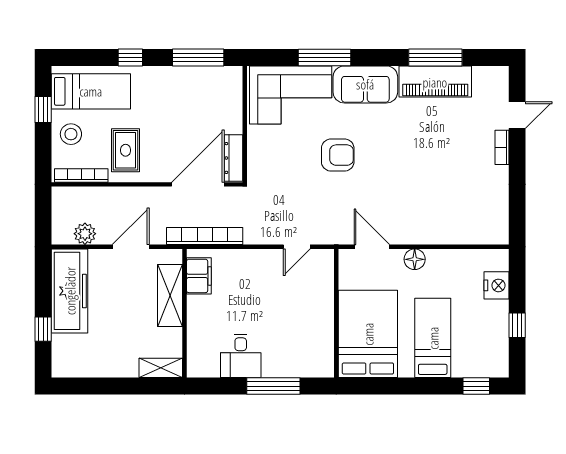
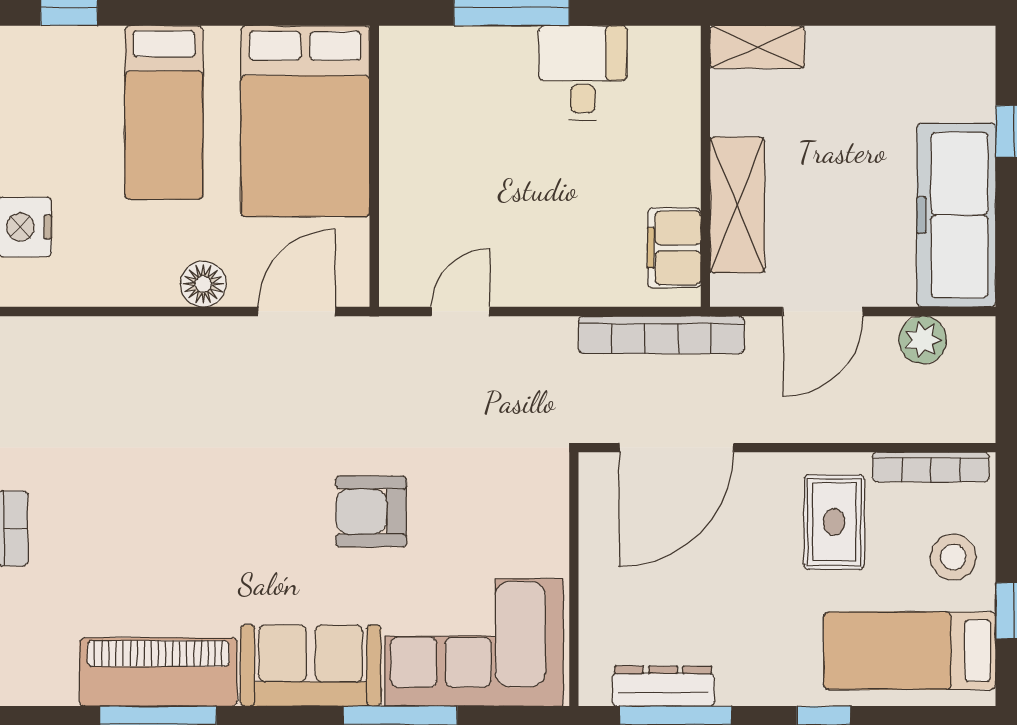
dresser: (234, 158) -> (663, 686), moved, turned -90
door: (372, 247) -> (297, 311), swing flipped

